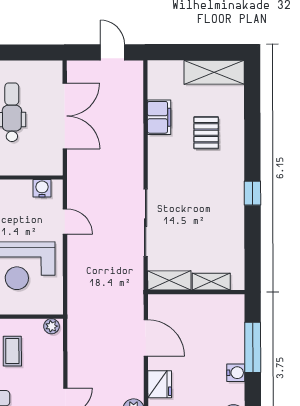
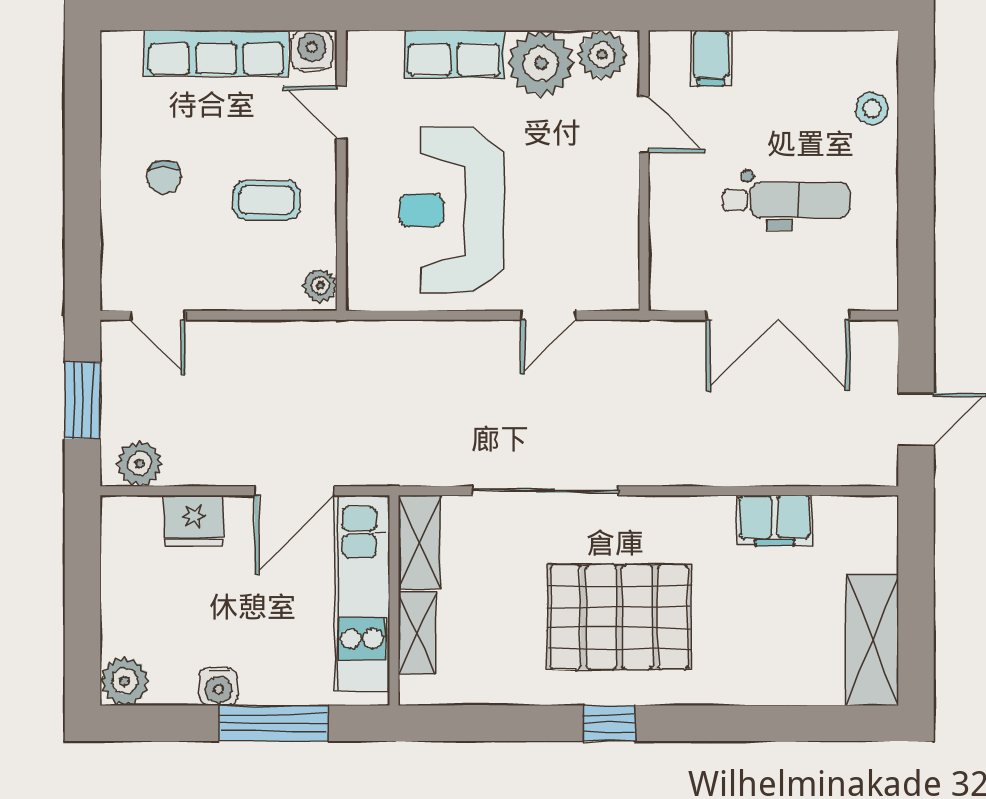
pallet: (206, 133) -> (619, 617), moved, width x2.05, depth x2.00
water cooler: (42, 188) -> (620, 265), removed
kitchen unit: (193, 307) -> (362, 593), added

